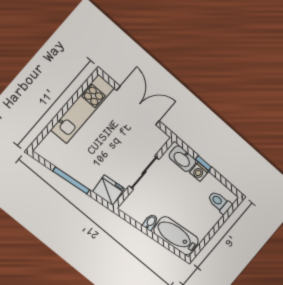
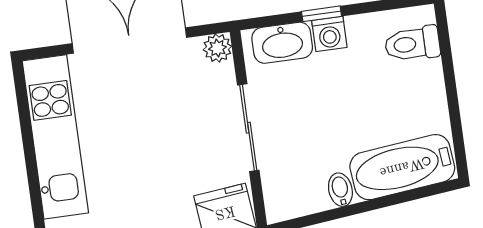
plant: (162, 138) -> (217, 48), added

